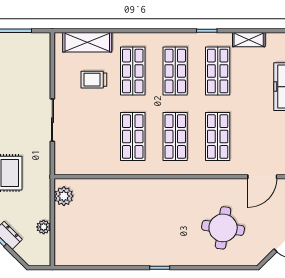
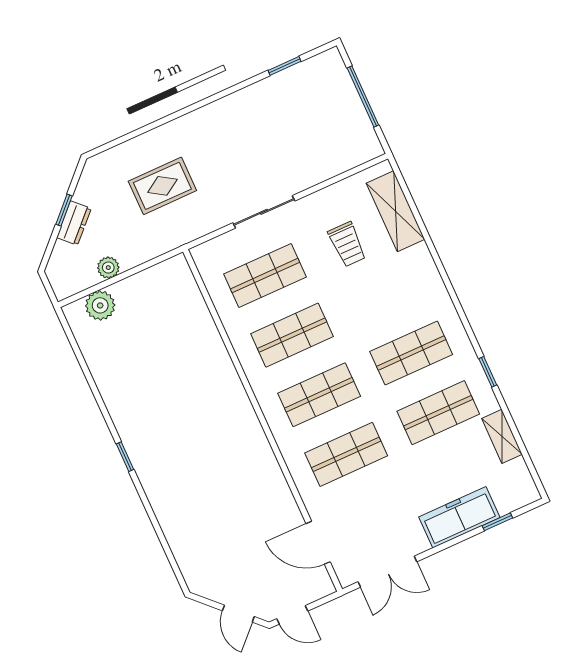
shop shelf: (133, 71) -> (265, 276), moved
trolley: (94, 80) -> (347, 244), turned 180
plant: (64, 196) -> (100, 305), moved
round table: (223, 228) -> (221, 520), removed

